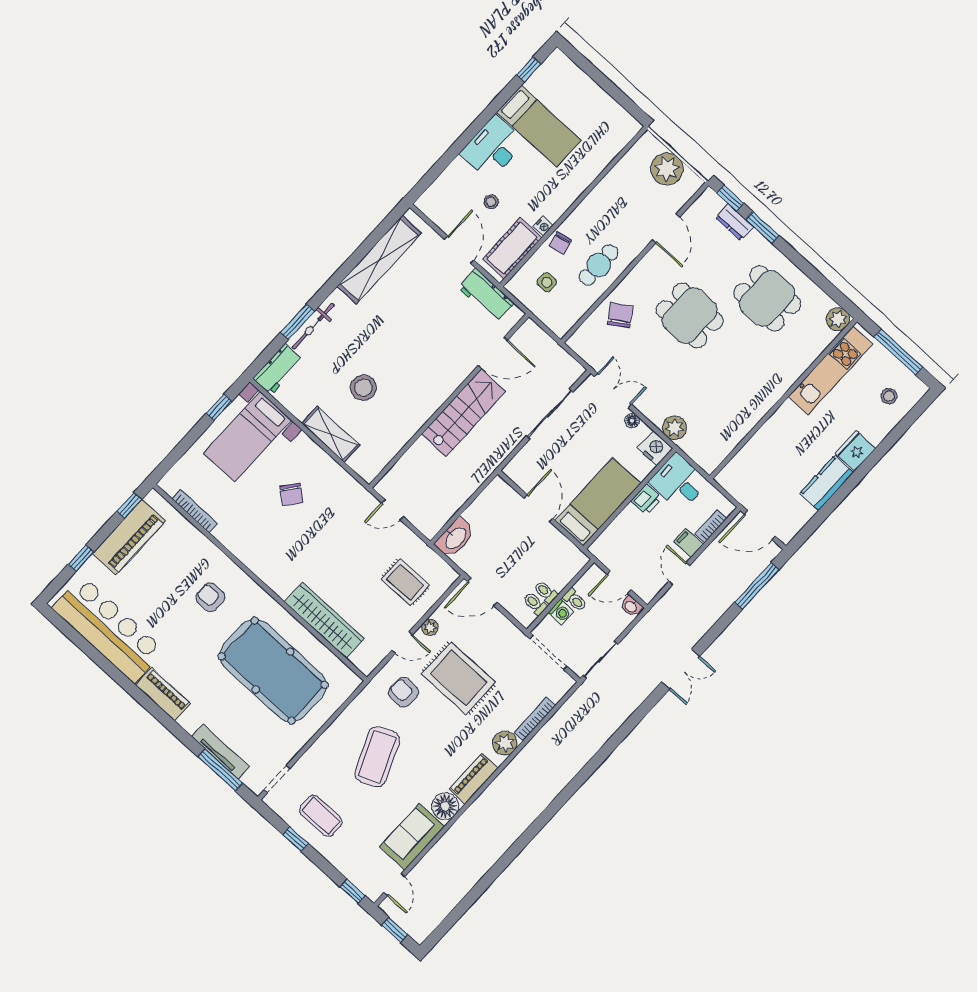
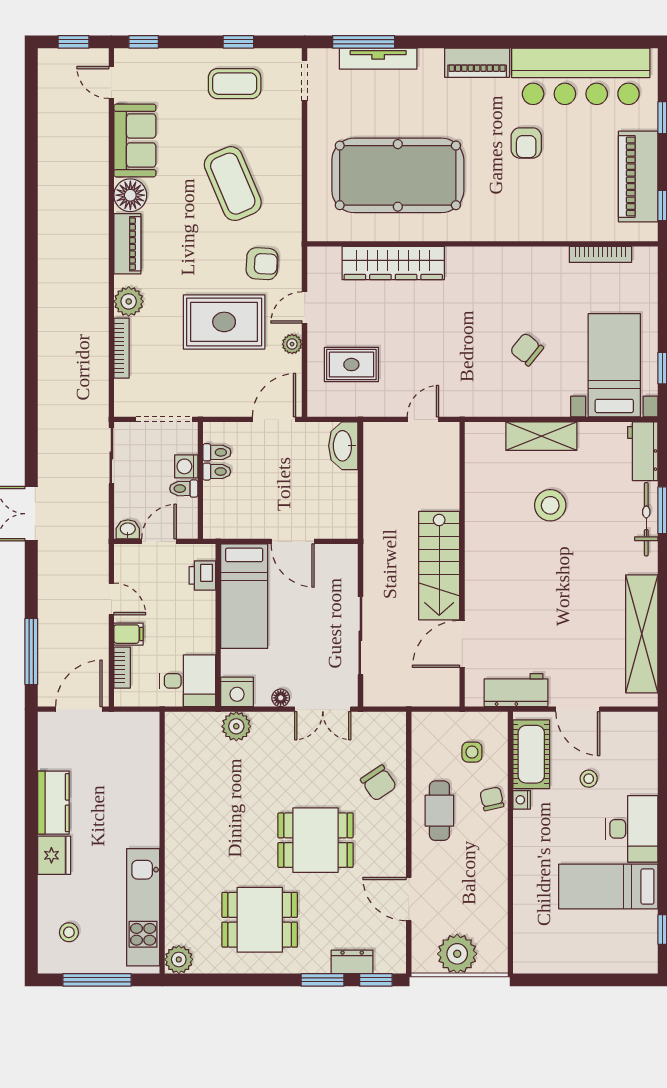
printer: (646, 500) -> (202, 575), moved
armchair: (210, 597) -> (526, 143), moved, turned 90

